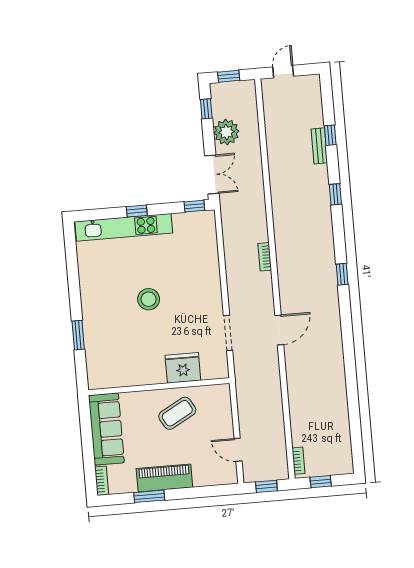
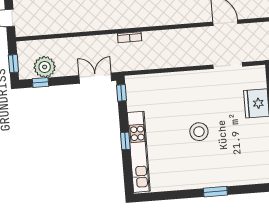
plant: (226, 132) -> (45, 67), moved
bookcase: (265, 257) -> (130, 37), moved
window: (78, 335) -> (215, 192), moved

